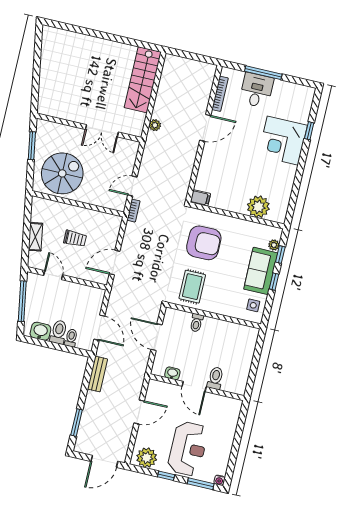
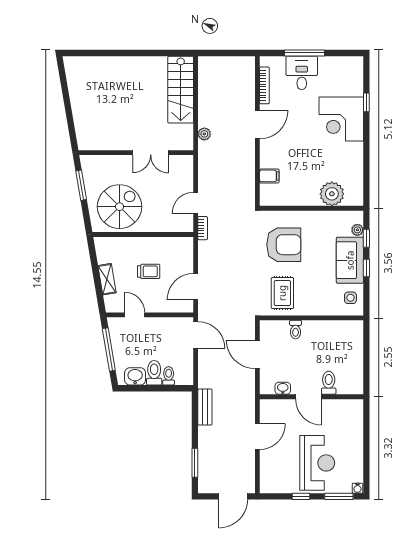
filing cabinet: (200, 198) -> (269, 176), moved
door: (99, 328) -> (196, 335), moved
plant: (147, 458) -> (276, 482), removed

